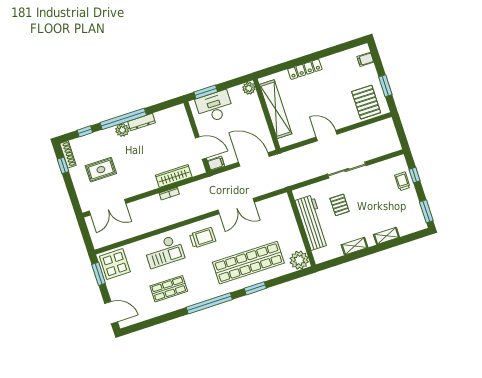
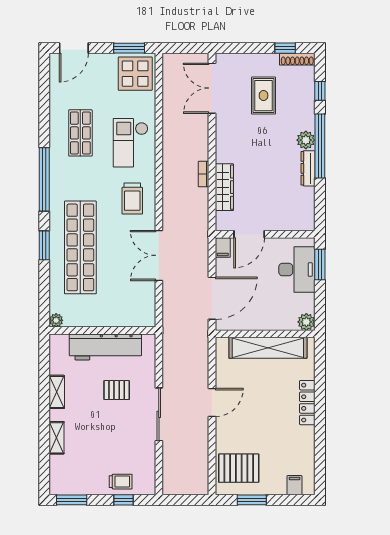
plant: (299, 260) -> (56, 320), width x0.53, depth x0.53

